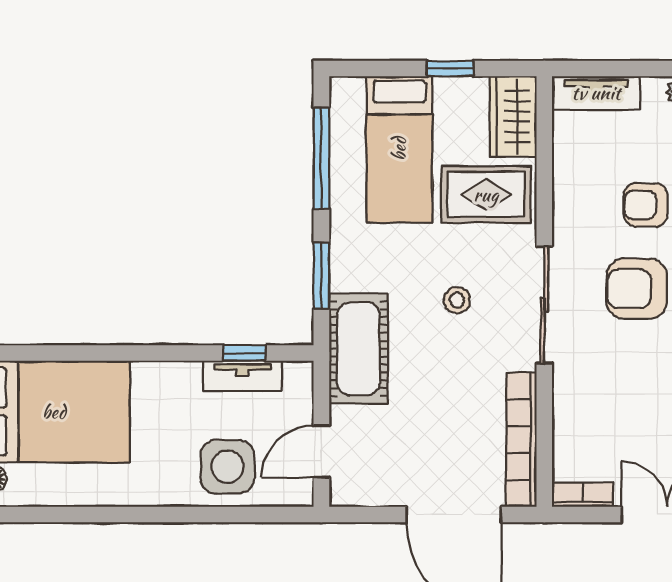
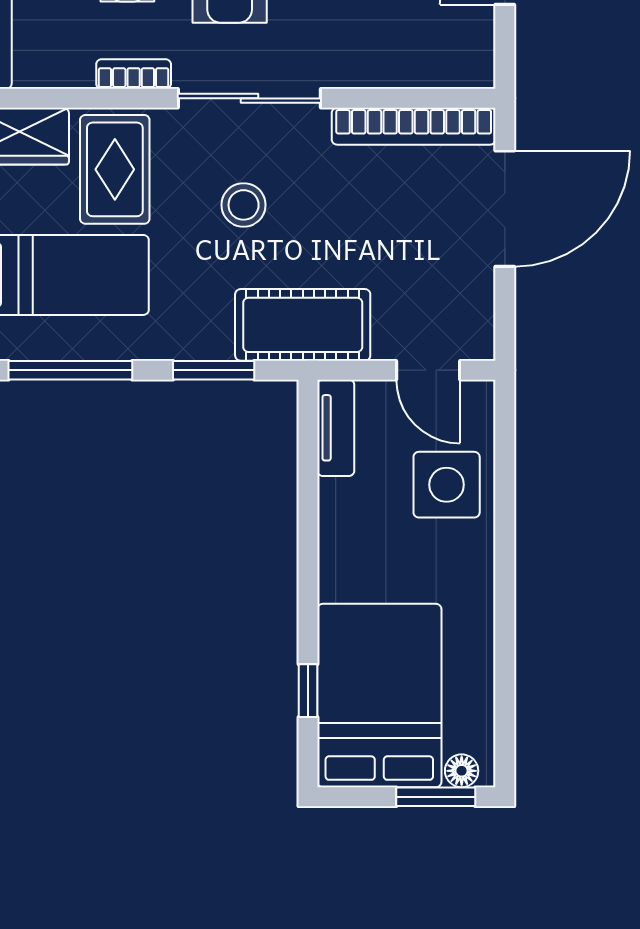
stool: (457, 300) -> (244, 205), width x1.37, depth x1.37
window: (244, 353) -> (308, 691), moved
tv unit: (243, 376) -> (336, 428), moved
bookcase: (583, 495) -> (134, 74), moved, turned 90

